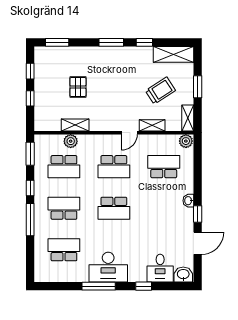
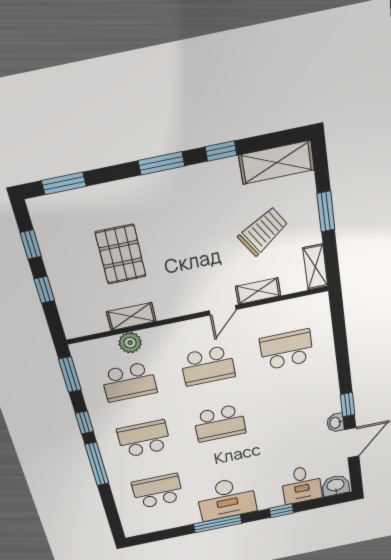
pallet: (78, 87) -> (121, 254), width x1.50, depth x1.42
plant: (186, 141) -> (317, 304), removed
washbasin: (188, 201) -> (335, 423), moved

